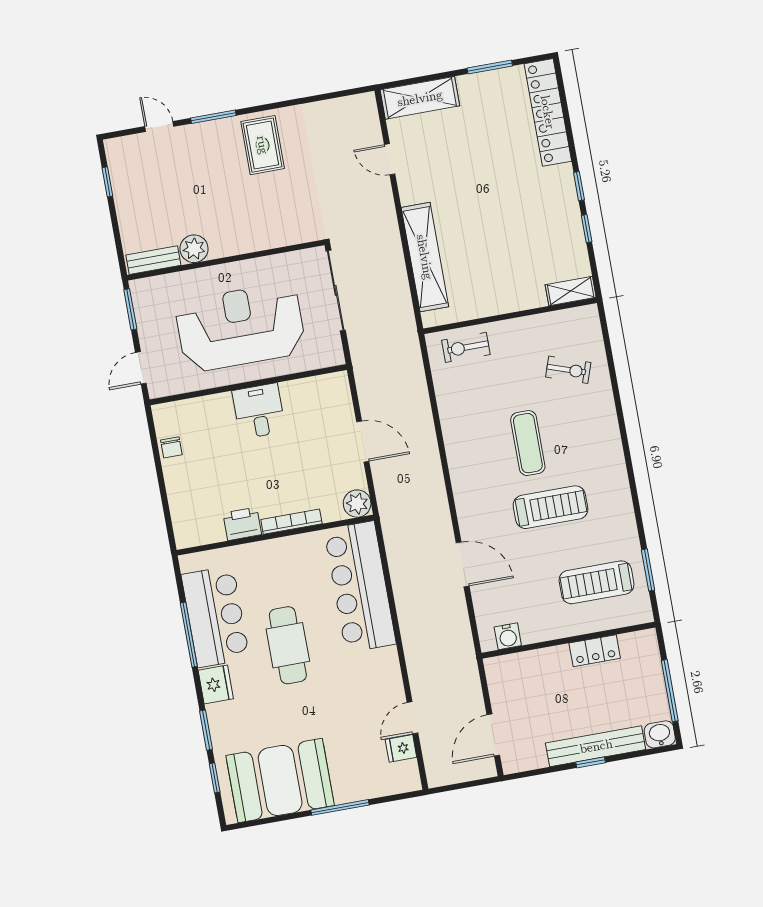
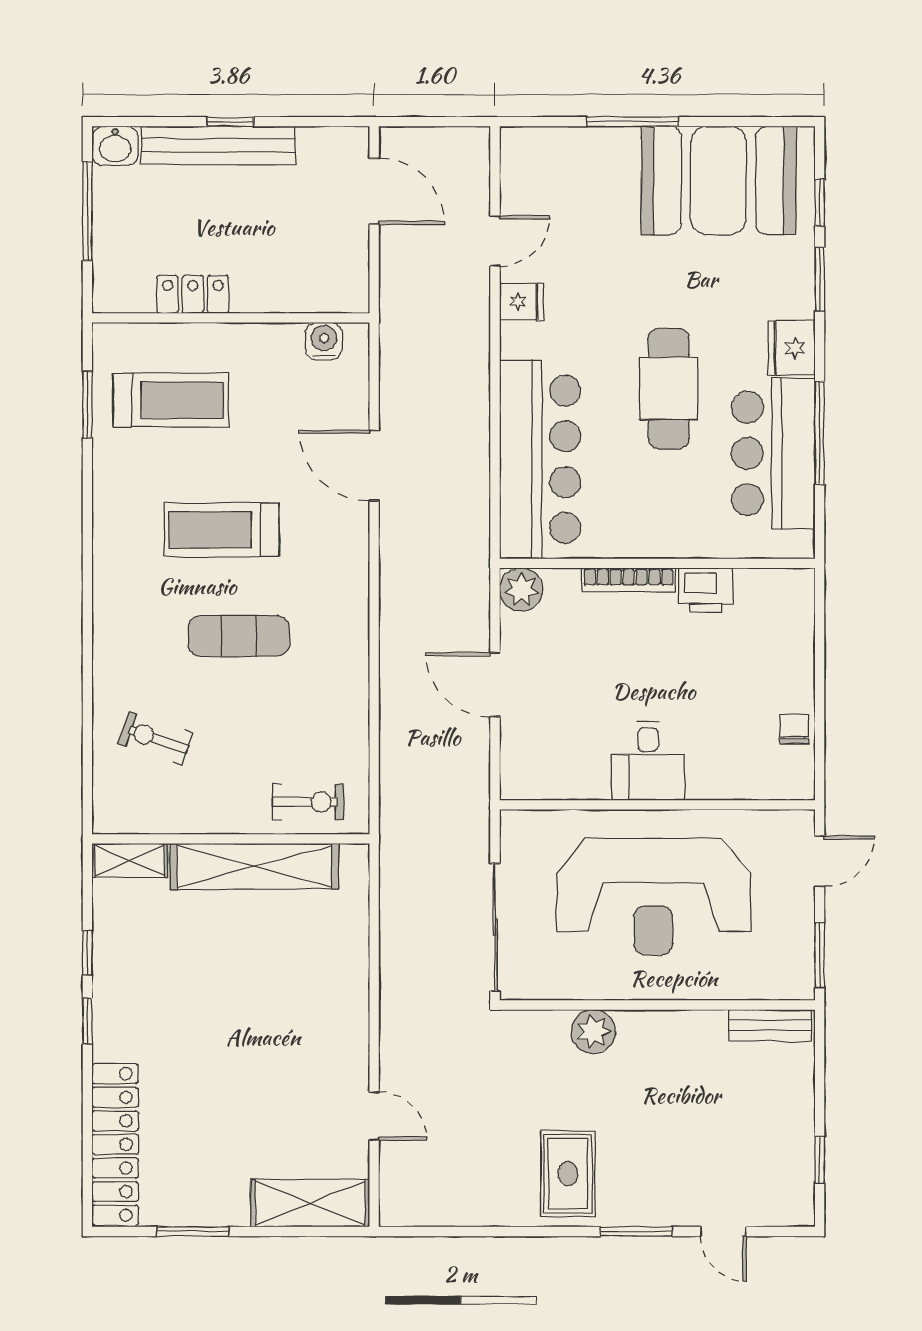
plant: (194, 249) -> (593, 1032), moved
shelving: (425, 257) -> (254, 866), moved, turned 90
exercise mat: (528, 443) -> (239, 636), turned 90
door: (493, 735) -> (374, 191), hinge flipped
fridge: (401, 748) -> (522, 302), moved

